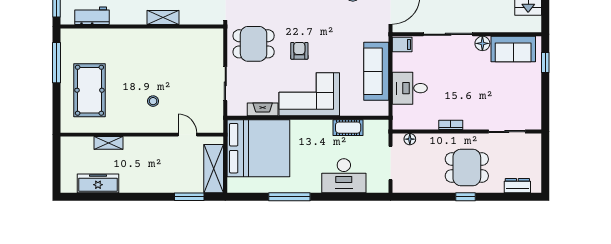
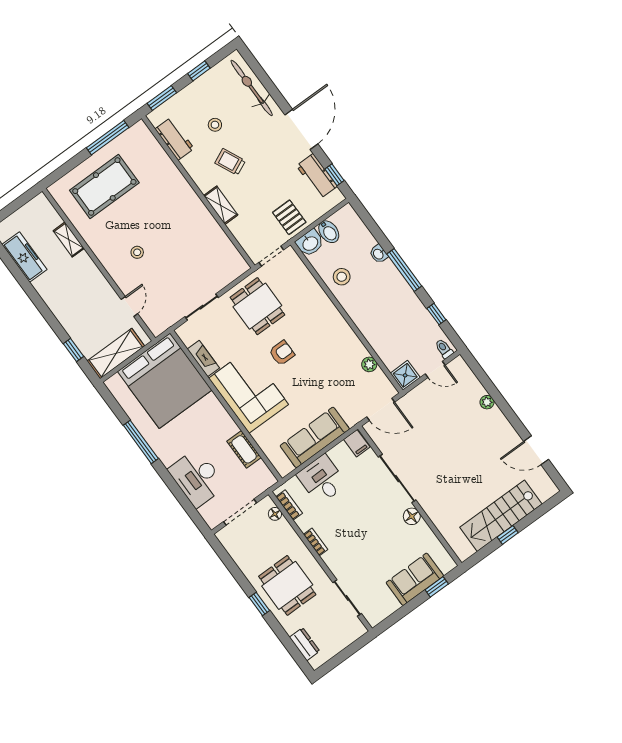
sofa: (513, 49) -> (415, 579), moved, turned 90
bookcase: (411, 125) -> (289, 505), added
window: (189, 197) -> (73, 350), width x0.67

